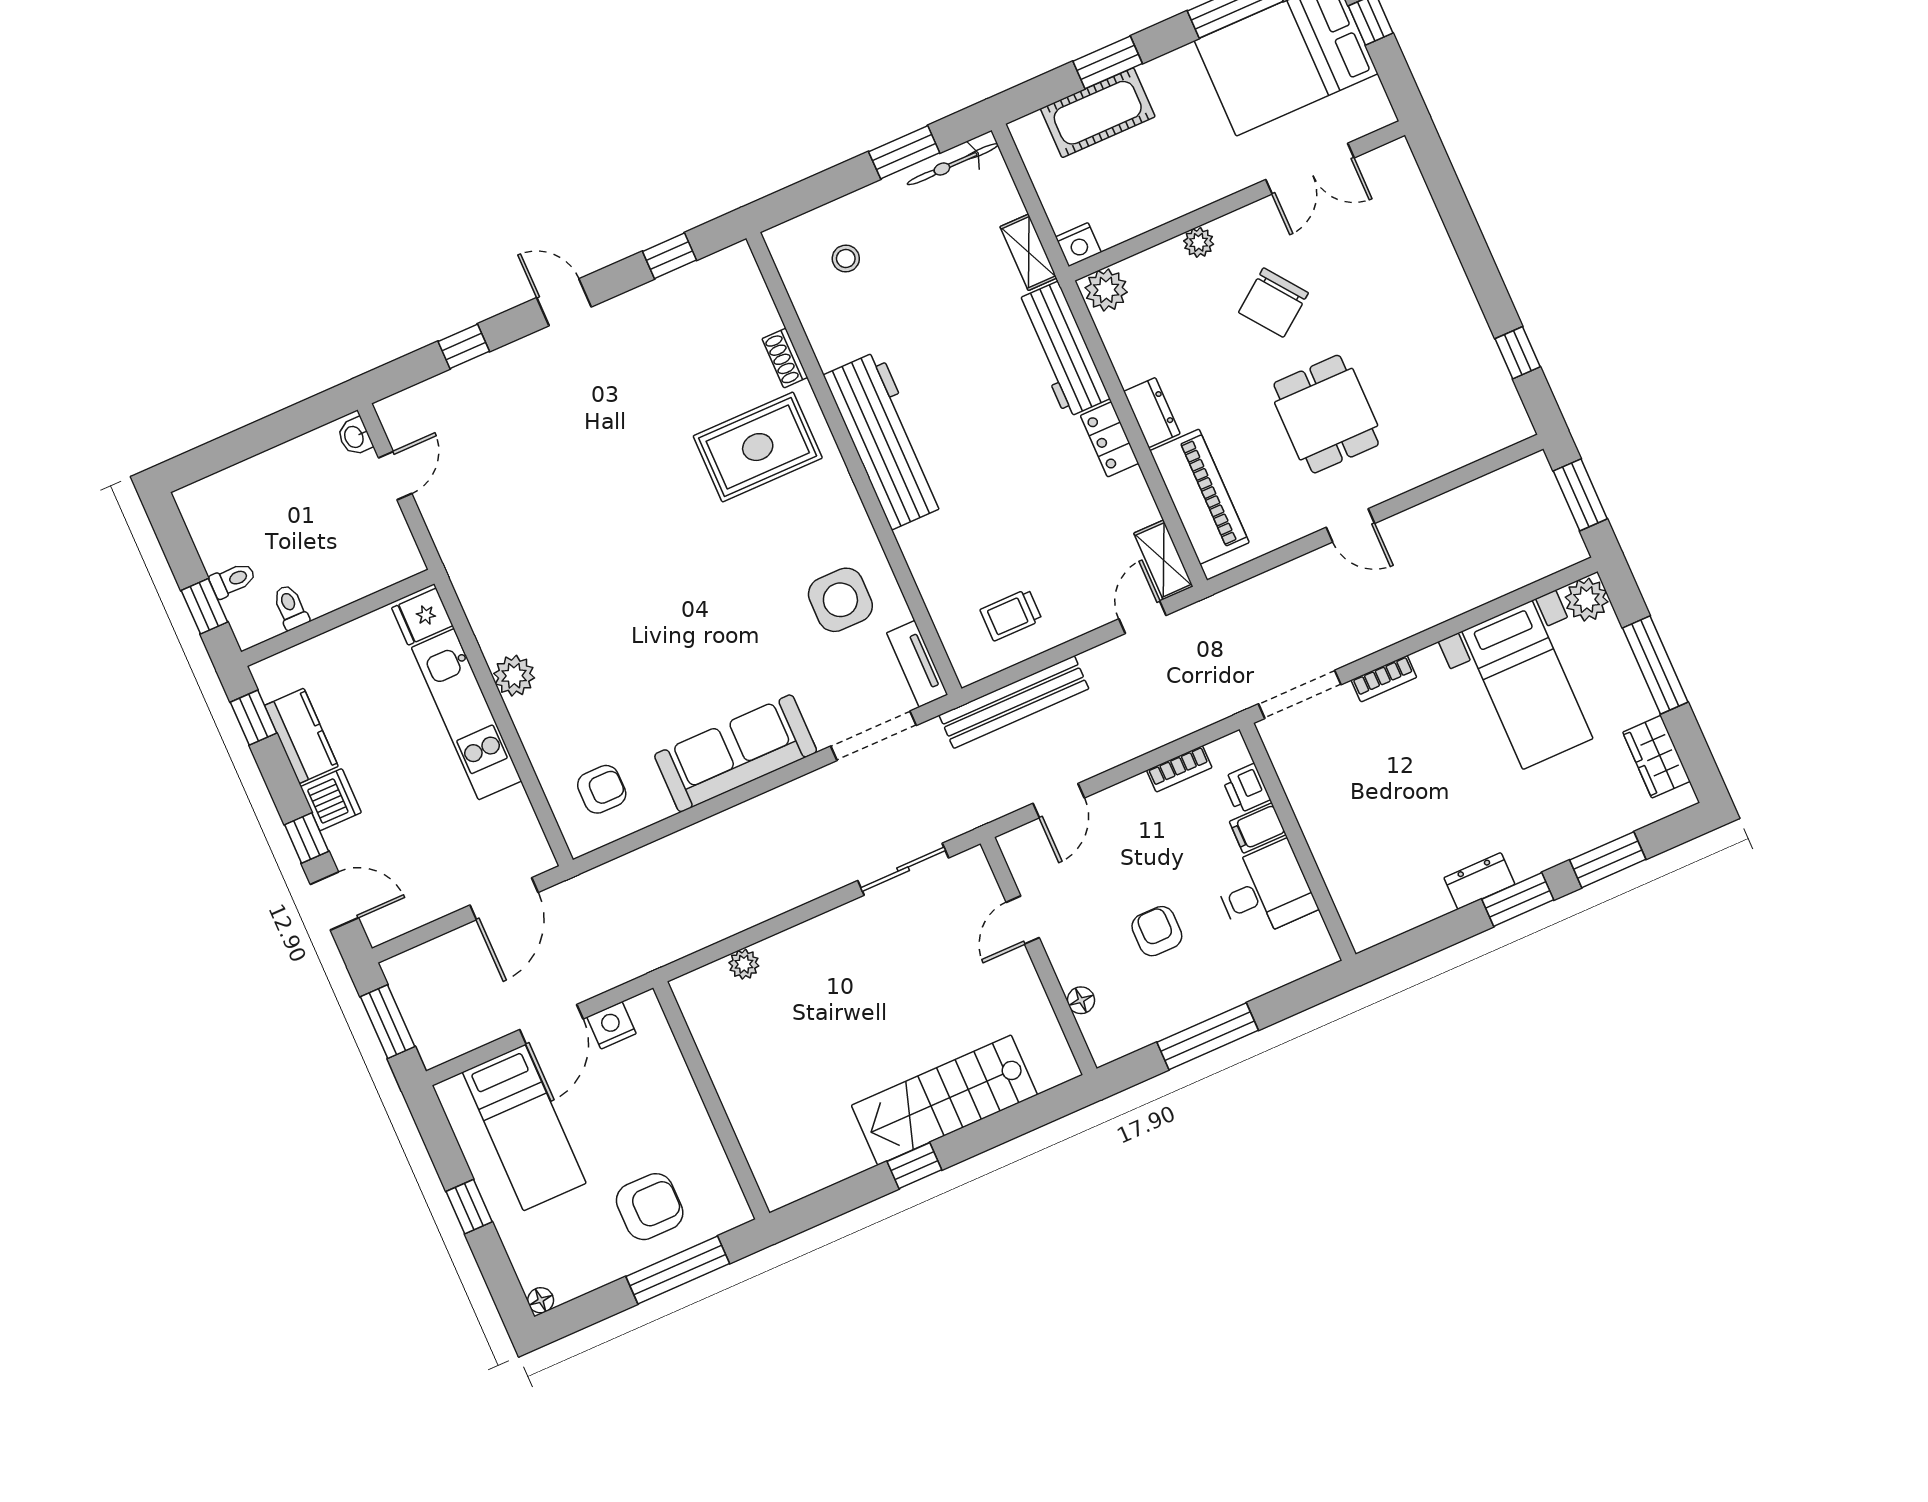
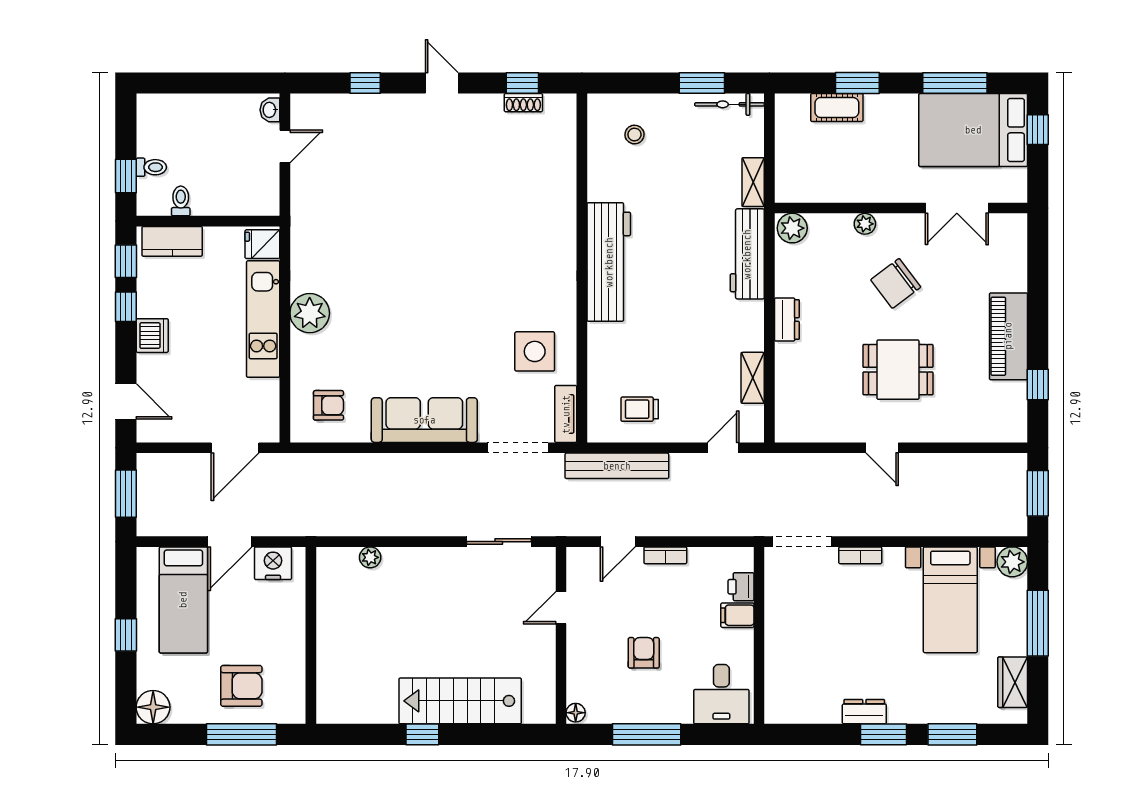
cot: (1098, 113) -> (837, 108), width x0.73, depth x0.75
nightstand: (1078, 245) -> (787, 191), removed
shoe rack: (785, 358) -> (523, 103), moved, turned -90
dining table: (1326, 414) -> (898, 370), turned 90
locker: (1110, 439) -> (752, 325), removed
rug: (758, 447) -> (525, 230), removed
piano: (1199, 497) -> (1008, 336), moved, turned 180
shelving: (1163, 560) -> (753, 378), moved
plant: (514, 676) -> (310, 313), width x1.36, depth x1.36
kitchen counter: (301, 736) -> (172, 241), moved, turned 90
bookcase: (1179, 769) -> (665, 555), moved
window: (307, 838) -> (126, 307), moved
desk: (1265, 891) -> (721, 694), moved, turned 90
floor lamp: (1081, 1000) -> (576, 713), moved
nightstand: (612, 1025) -> (273, 563), width x1.36, depth x1.33
floor lamp: (541, 1300) -> (153, 707), width x1.89, depth x1.89

